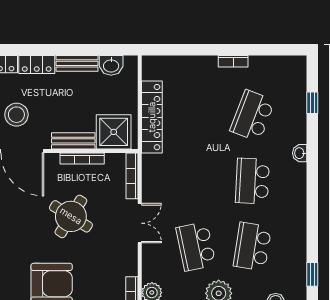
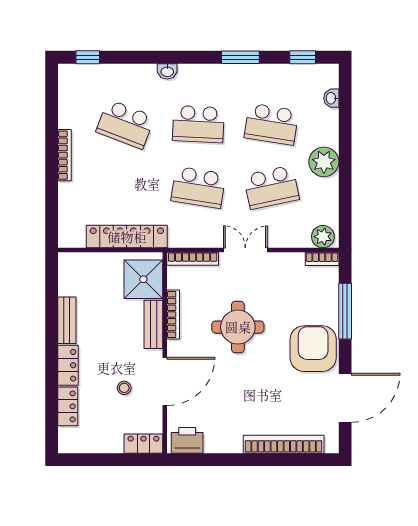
bookcase: (233, 61) -> (65, 155), width x1.56
washbasin: (111, 65) -> (69, 282), removed
window: (312, 103) -> (88, 57), moved
stool: (16, 115) -> (124, 388), width x0.53, depth x0.53
school desk: (196, 181) -> (198, 187), added
round table: (71, 216) -> (238, 327), turned -32
window: (312, 219) -> (240, 57), added

